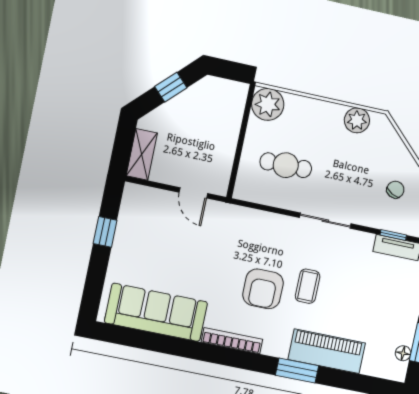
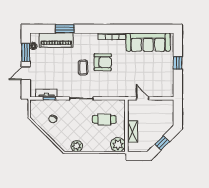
shelving: (142, 154) -> (133, 132), moved
window: (105, 232) -> (178, 63), moved
armchair: (263, 289) -> (103, 62), turned 90
piano: (327, 351) -> (56, 40), moved
window: (297, 370) -> (65, 29), moved

